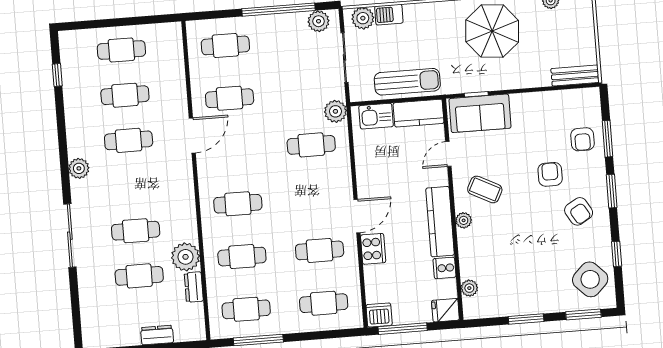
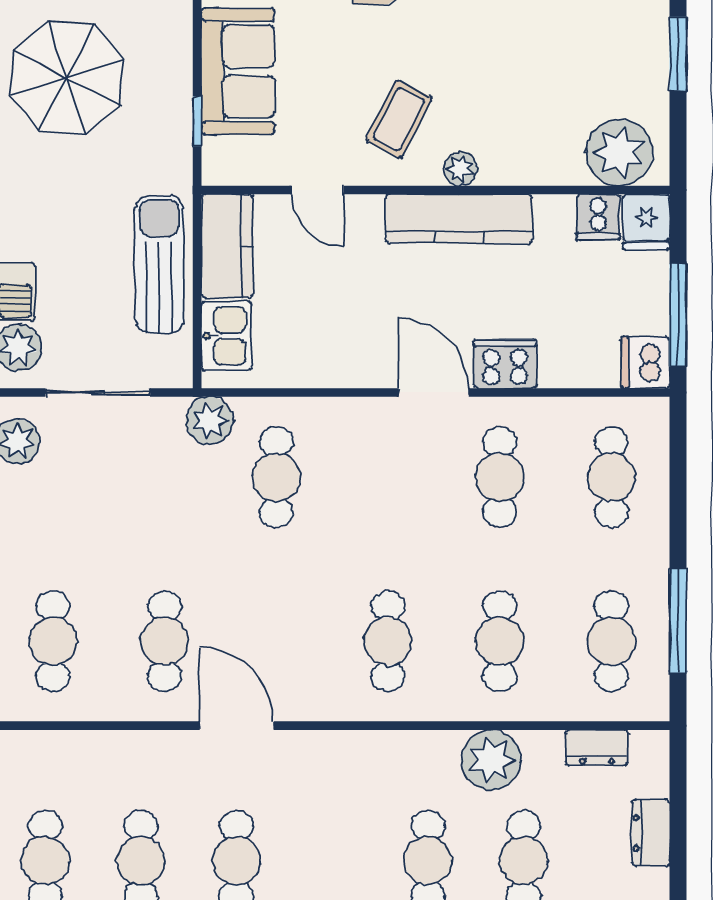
sofa: (480, 113) -> (238, 71), moved
cooker: (444, 268) -> (598, 217), moved
dresser: (194, 287) -> (597, 748), moved
plant: (469, 288) -> (619, 153), width x1.88, depth x1.88

